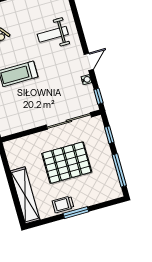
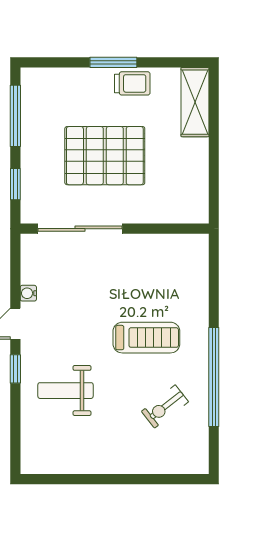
weight bench: (53, 34) -> (65, 391), turned 180
window: (98, 96) -> (15, 369), moved
shelving: (25, 195) -> (195, 102), width x0.68

